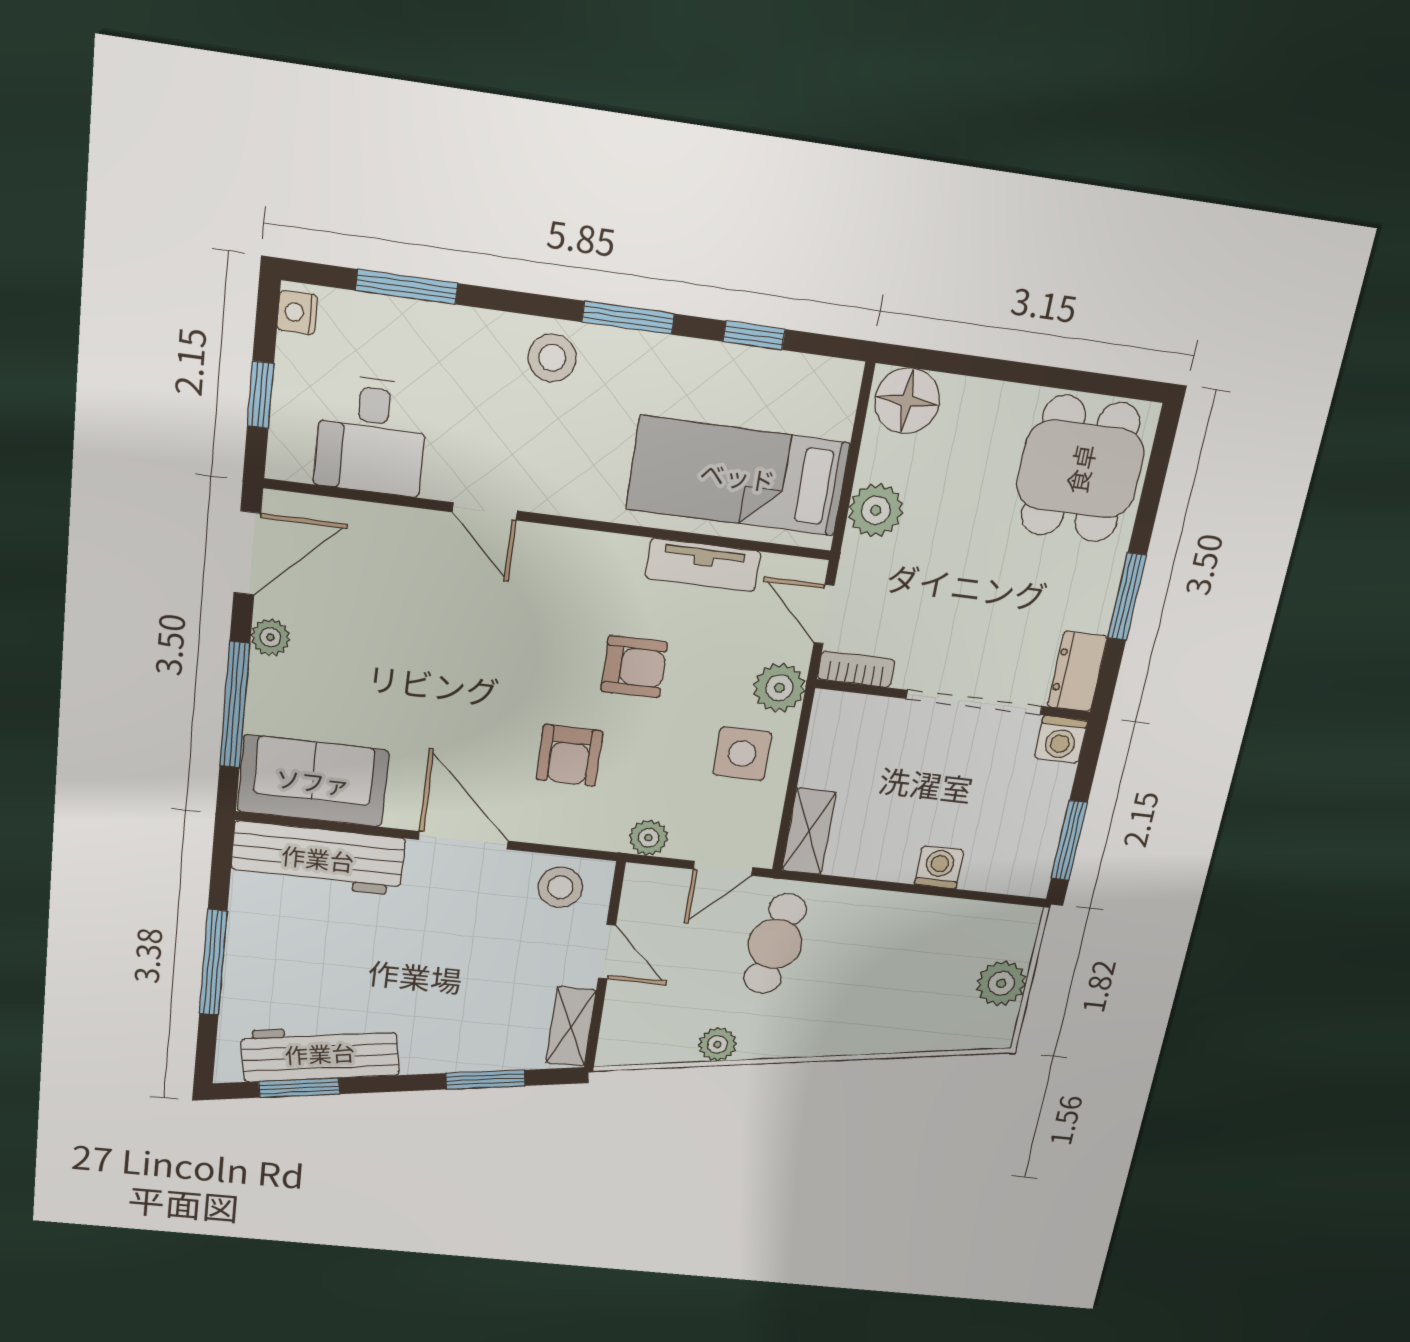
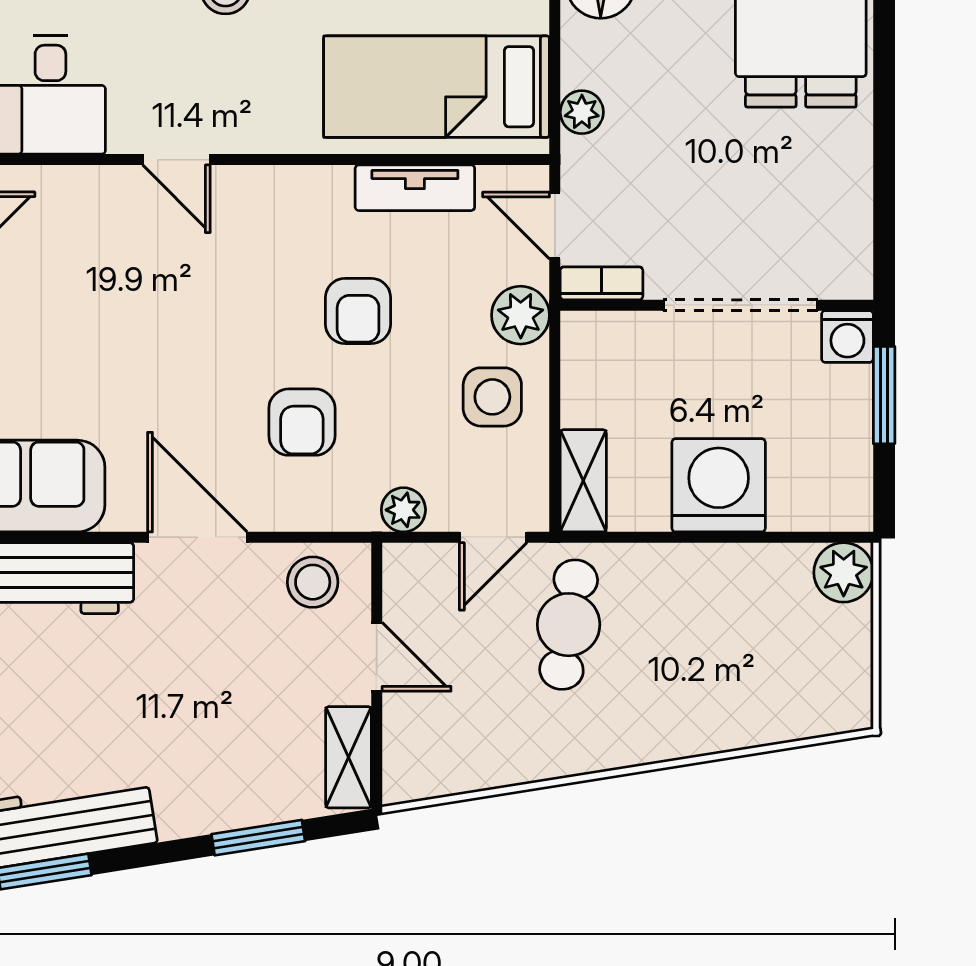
plant: (876, 510) -> (582, 112), width x0.73, depth x0.73
window: (1127, 597) -> (884, 163), removed
armchair: (634, 667) -> (358, 311), turned 90
dresser: (1077, 671) -> (848, 255), removed
window: (1069, 841) -> (884, 395), moved
washing machine: (939, 867) -> (719, 485), width x1.89, depth x1.89
plant: (1001, 983) -> (844, 572), moved
plant: (717, 1044) -> (523, 762), removed

